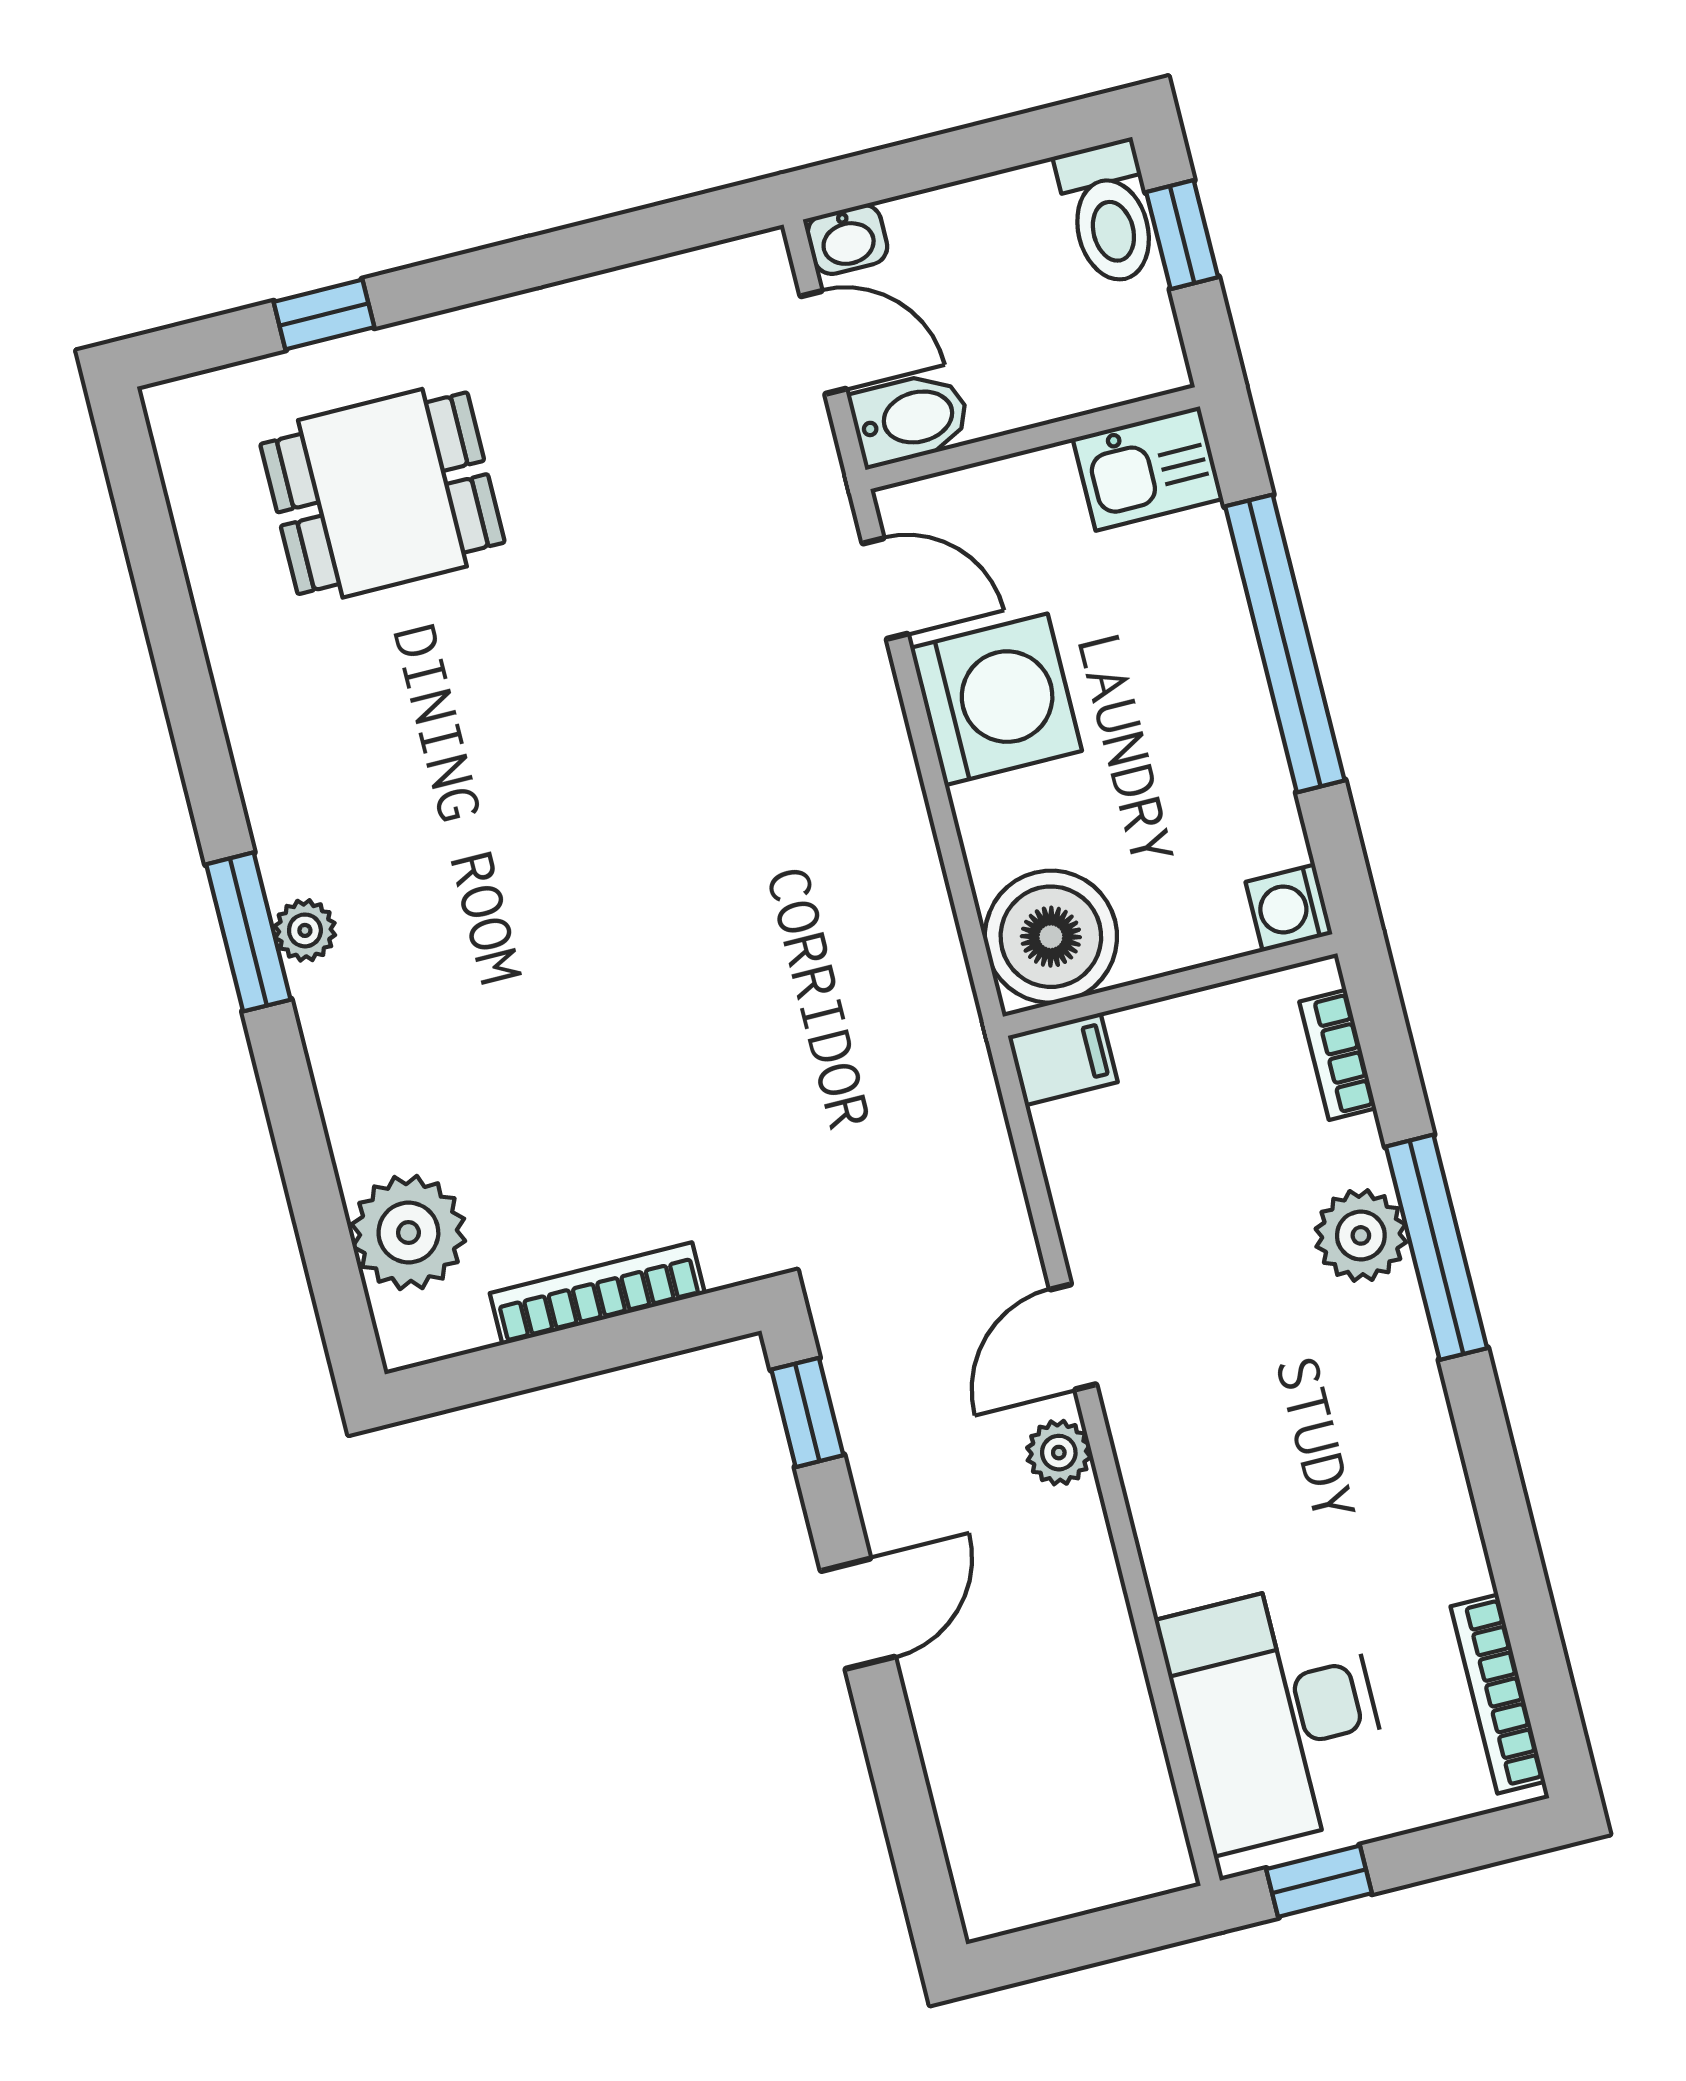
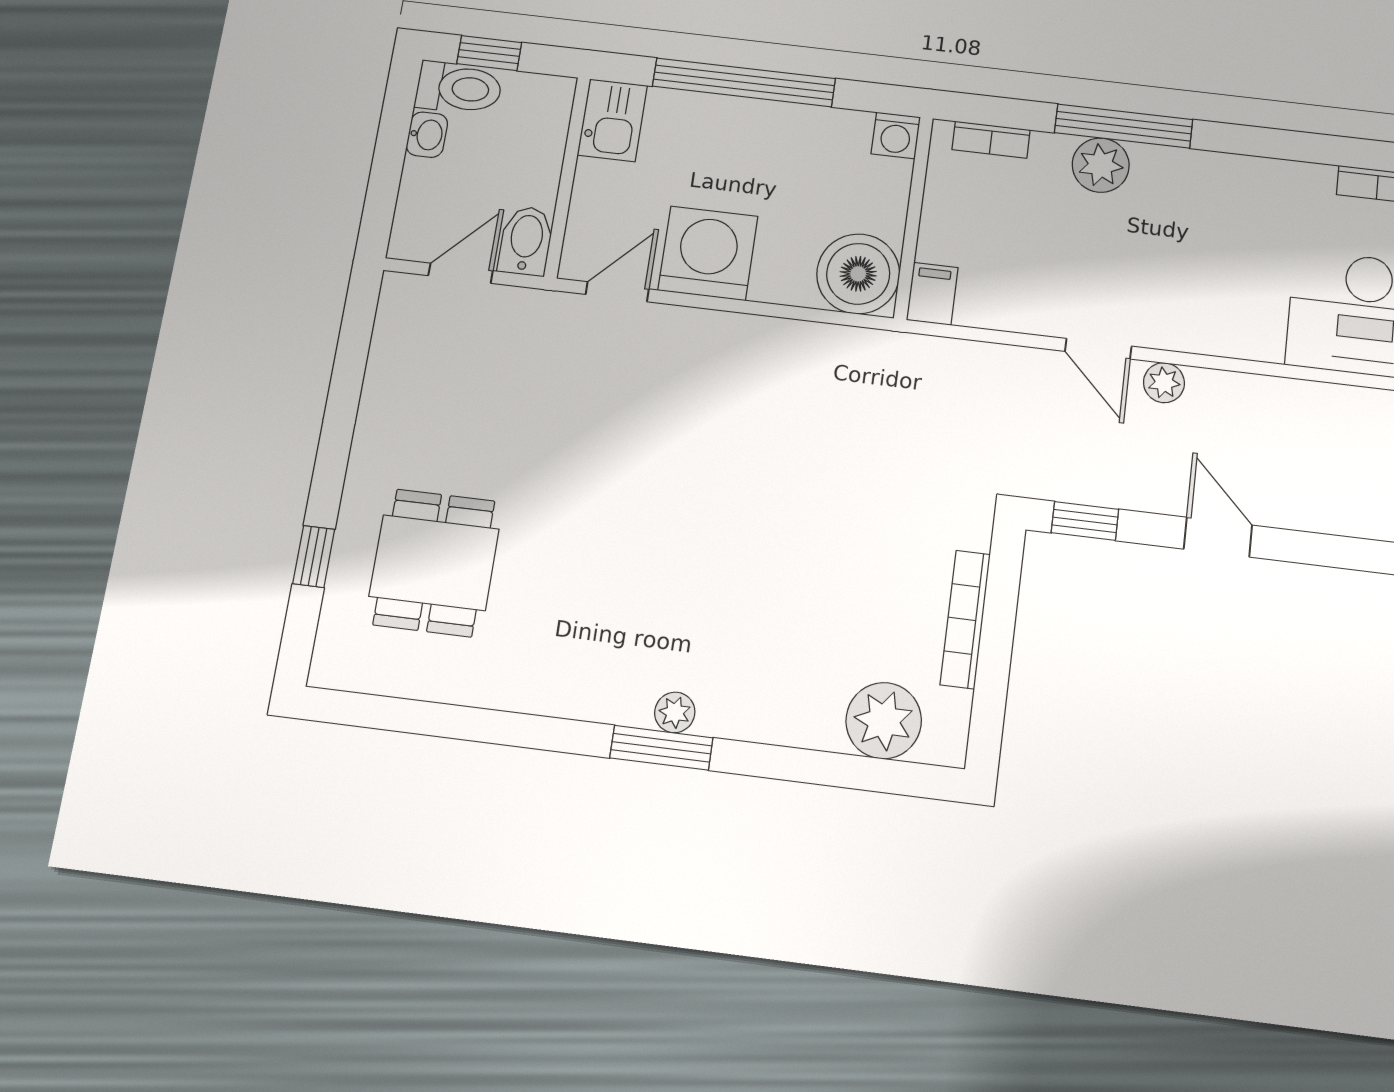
washbasin: (848, 239) -> (427, 135), moved

